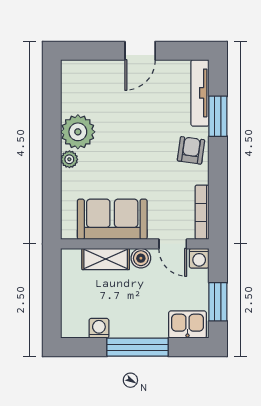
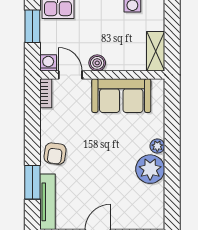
bookcase: (202, 212) -> (46, 93), width x0.64
shelving: (106, 259) -> (156, 51), moved, turned 90

